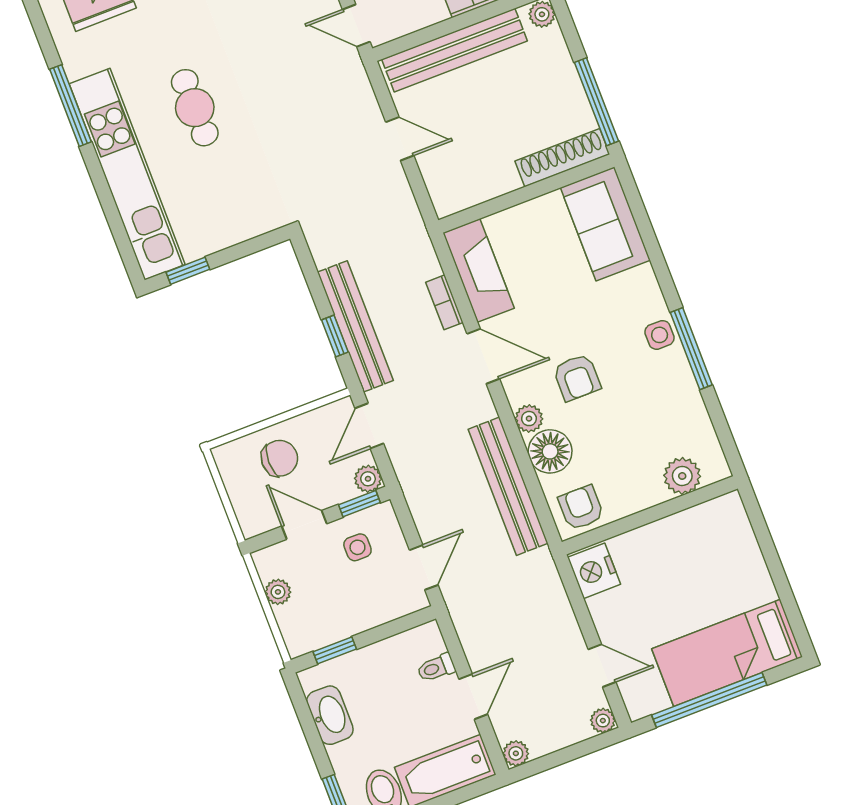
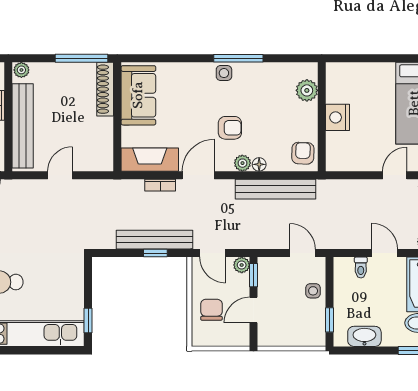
sofa: (605, 224) -> (138, 95), moved, turned -90
floor lamp: (550, 451) -> (259, 164), width x0.53, depth x0.53
armchair: (581, 508) -> (303, 153), turned 92
side table: (357, 547) -> (313, 291), moved
nightstand: (594, 571) -> (337, 117), moved, turned 90
plant: (278, 592) -> (285, 339), removed

